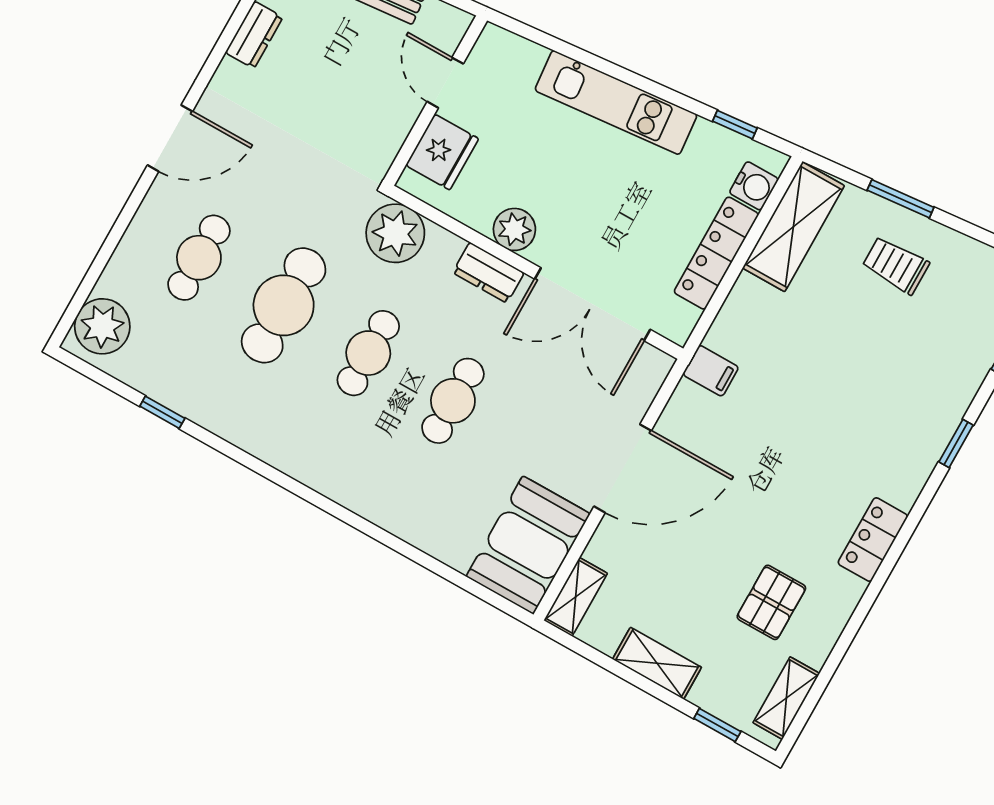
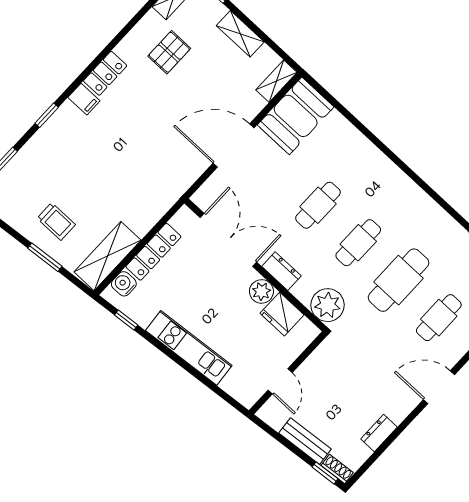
fridge: (442, 152) -> (282, 314), moved, turned -90
filing cabinet: (711, 371) -> (84, 99), moved, turned 180

